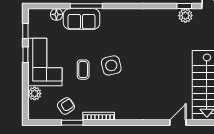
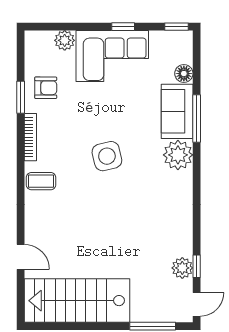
plant: (110, 18) -> (178, 155), added
window: (25, 31) -> (176, 27), moved
coffee table: (83, 70) -> (41, 181), moved
armchair: (66, 106) -> (46, 88), turned -56

